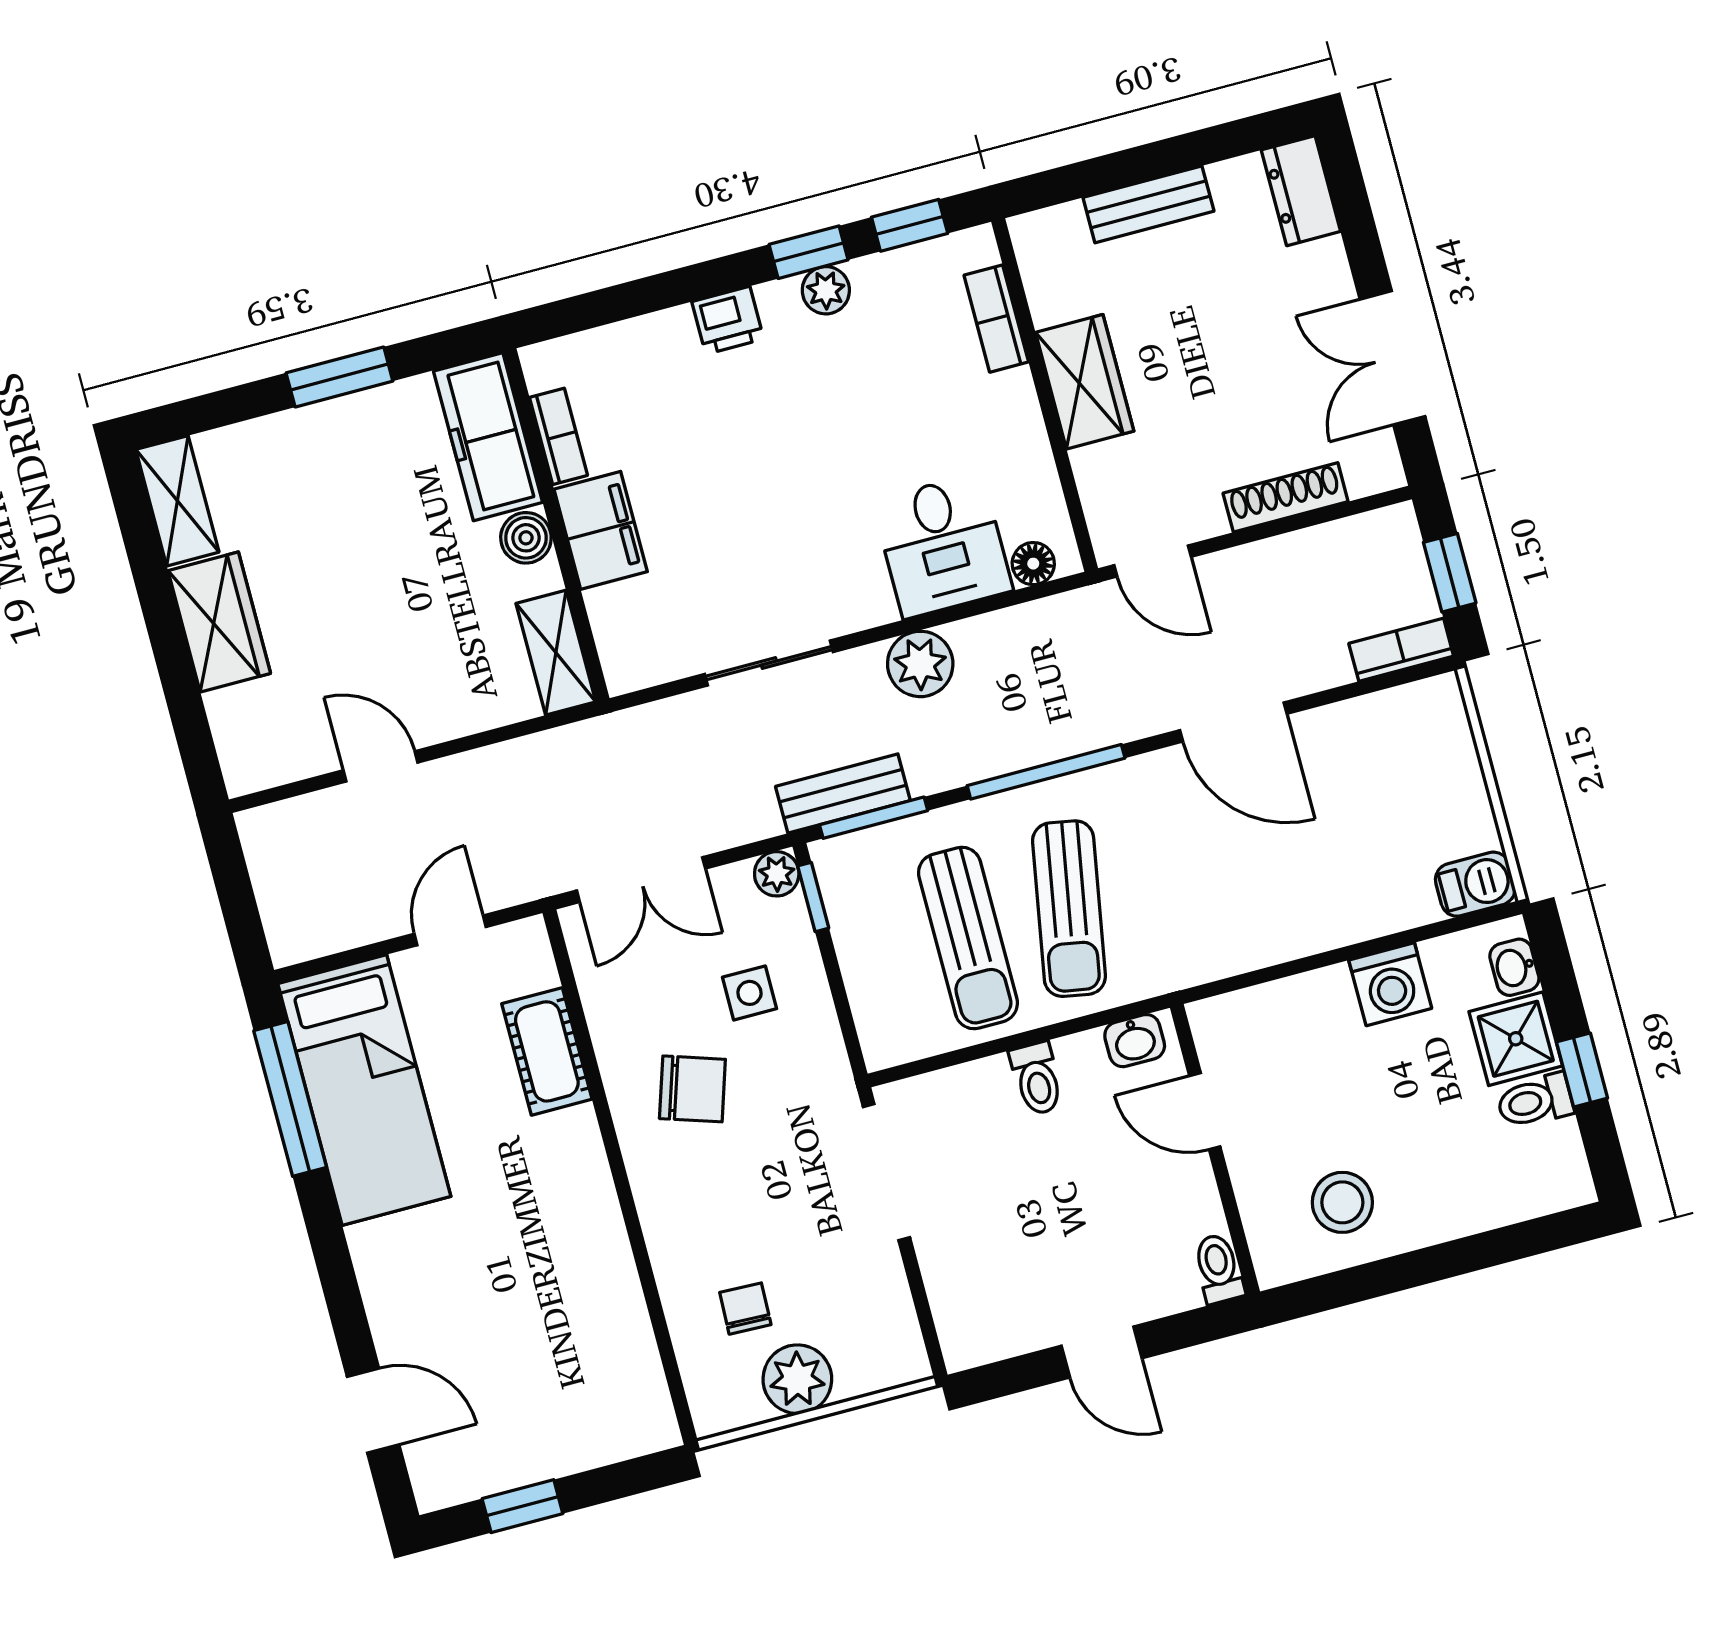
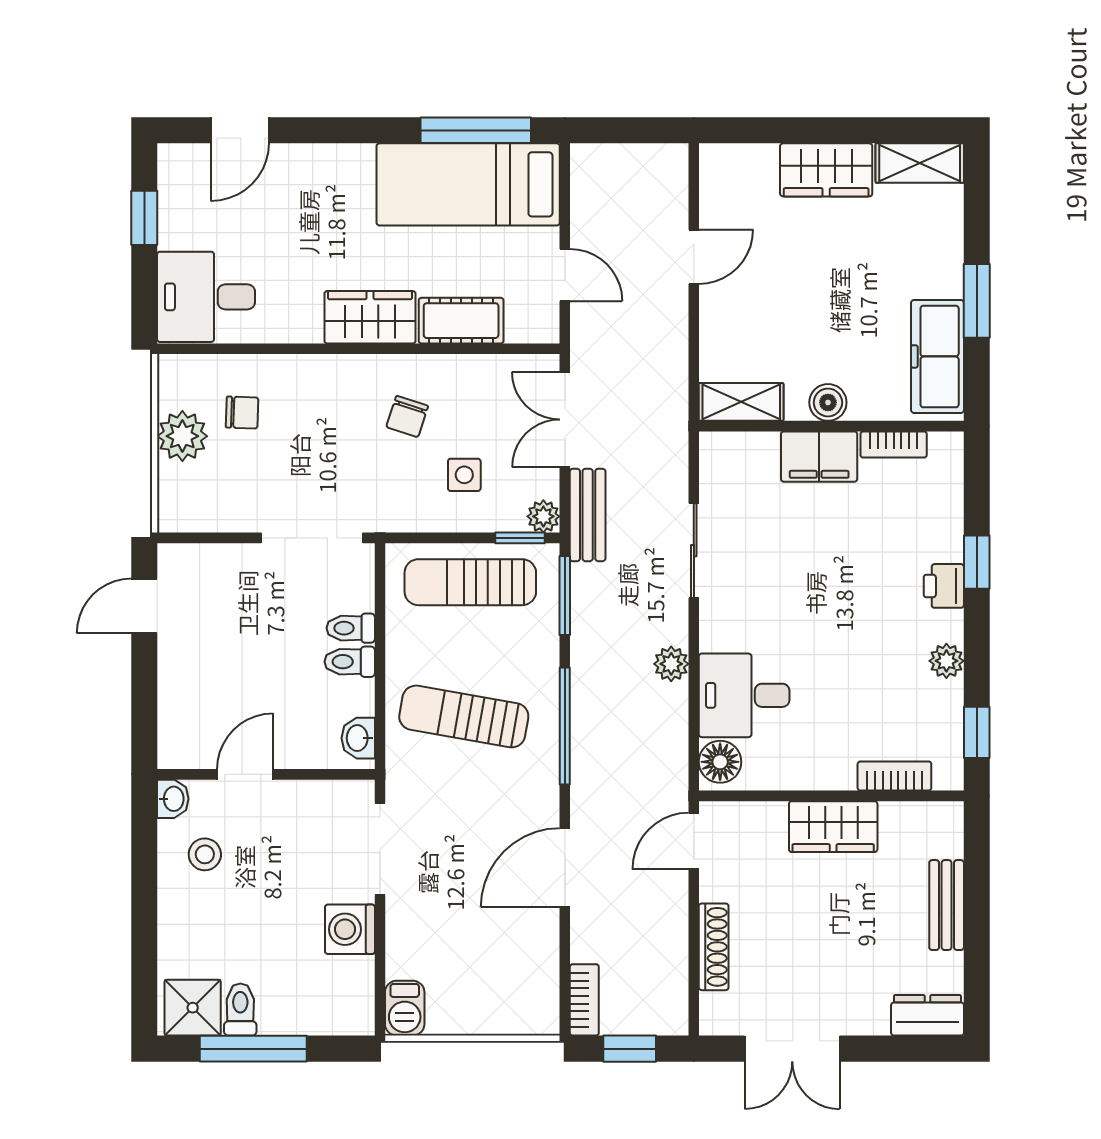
window: (809, 252) -> (977, 562), moved
double door: (1393, 358) -> (792, 1049), swing flipped
freezer: (488, 437) -> (937, 356), moved, turned -90
floor lamp: (1033, 564) -> (720, 762), width x1.37, depth x1.37
plant: (920, 664) -> (671, 664), width x0.73, depth x0.73
bench: (843, 794) -> (588, 515), moved
sun lounger: (968, 938) -> (470, 582), moved
washbasin: (1514, 967) -> (173, 799), moved, turned 90
doorway: (1274, 973) -> (380, 849), added
shower: (1516, 1039) -> (193, 1008), moved
window: (1582, 1070) -> (253, 1049), width x2.17
chair: (692, 1089) -> (407, 416), width x0.73, depth x0.73
door: (1205, 1111) -> (245, 774), moved
wardrobe: (574, 1173) -> (370, 317), added
stool: (1342, 1202) -> (205, 854), width x0.73, depth x0.73
toilet: (1219, 1269) -> (351, 628), moved, turned 180
door: (1102, 1352) -> (144, 606), moved
desk: (605, 1397) -> (206, 297), added

